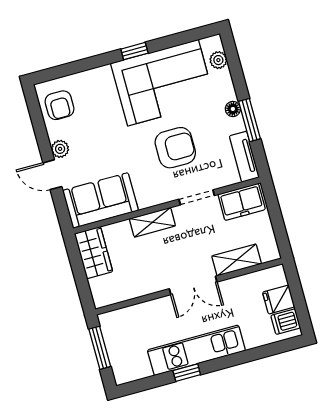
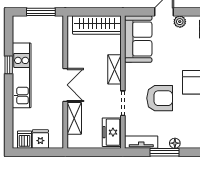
armchair: (175, 148) -> (160, 98), turned -90
wardrobe: (94, 253) -> (97, 25), width x1.50
double door: (193, 285) -> (65, 85), swing flipped

